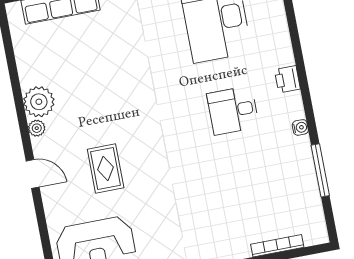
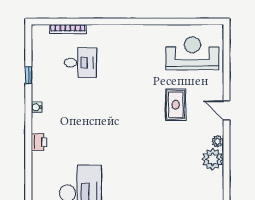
desk: (233, 110) -> (80, 63), moved
window: (320, 170) -> (28, 75), width x0.46

